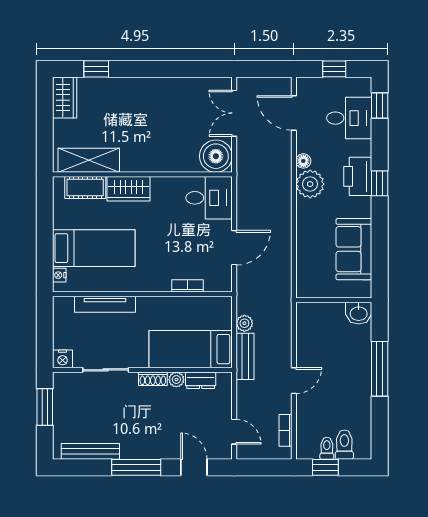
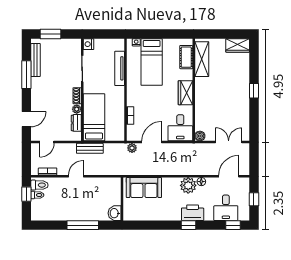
window: (96, 69) -> (254, 91), moved
boiler: (216, 156) -> (200, 136), width x0.54, depth x0.54
wardrobe: (129, 189) -> (185, 93), moved
door: (234, 248) -> (152, 142), swing flipped
sofa: (354, 249) -> (144, 188), moved, turned 180
plant: (244, 323) -> (132, 148), moved
door: (294, 381) -> (76, 176), swing flipped
window: (45, 407) -> (51, 34), moved
toilet: (344, 445) -> (39, 185), moved
window: (136, 467) -> (26, 75), moved

